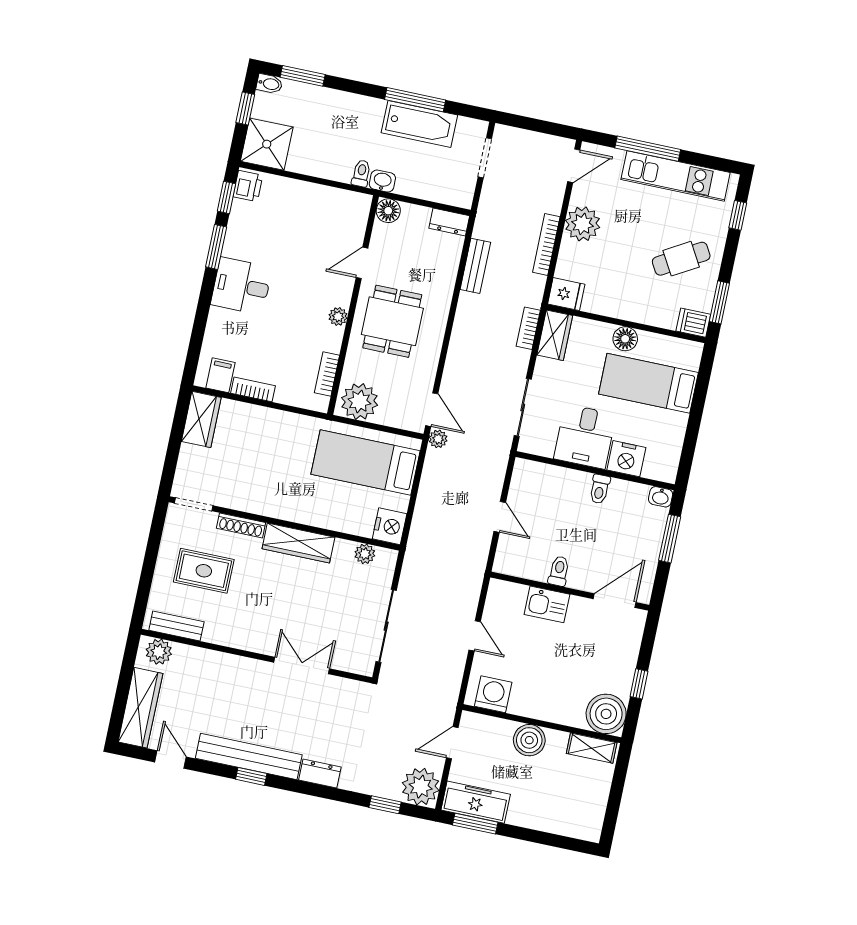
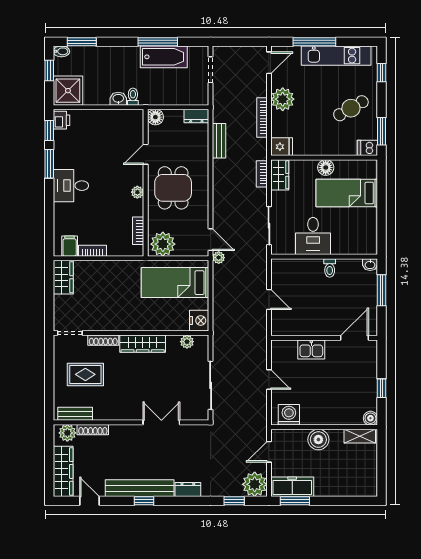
washbasin: (382, 181) -> (118, 99), moved
nightstand: (626, 459) -> (343, 245), removed
toilet: (559, 571) -> (315, 326), removed
shoe rack: (198, 655) -> (93, 430), added
boiler: (606, 714) -> (370, 418), width x0.54, depth x0.54

